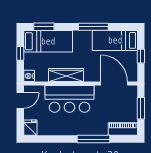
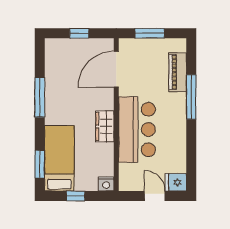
bed: (115, 40) -> (58, 68), removed
wardrobe: (66, 75) -> (105, 126), width x0.67
door: (20, 100) -> (155, 196), moved
piano: (123, 129) -> (178, 72), moved

